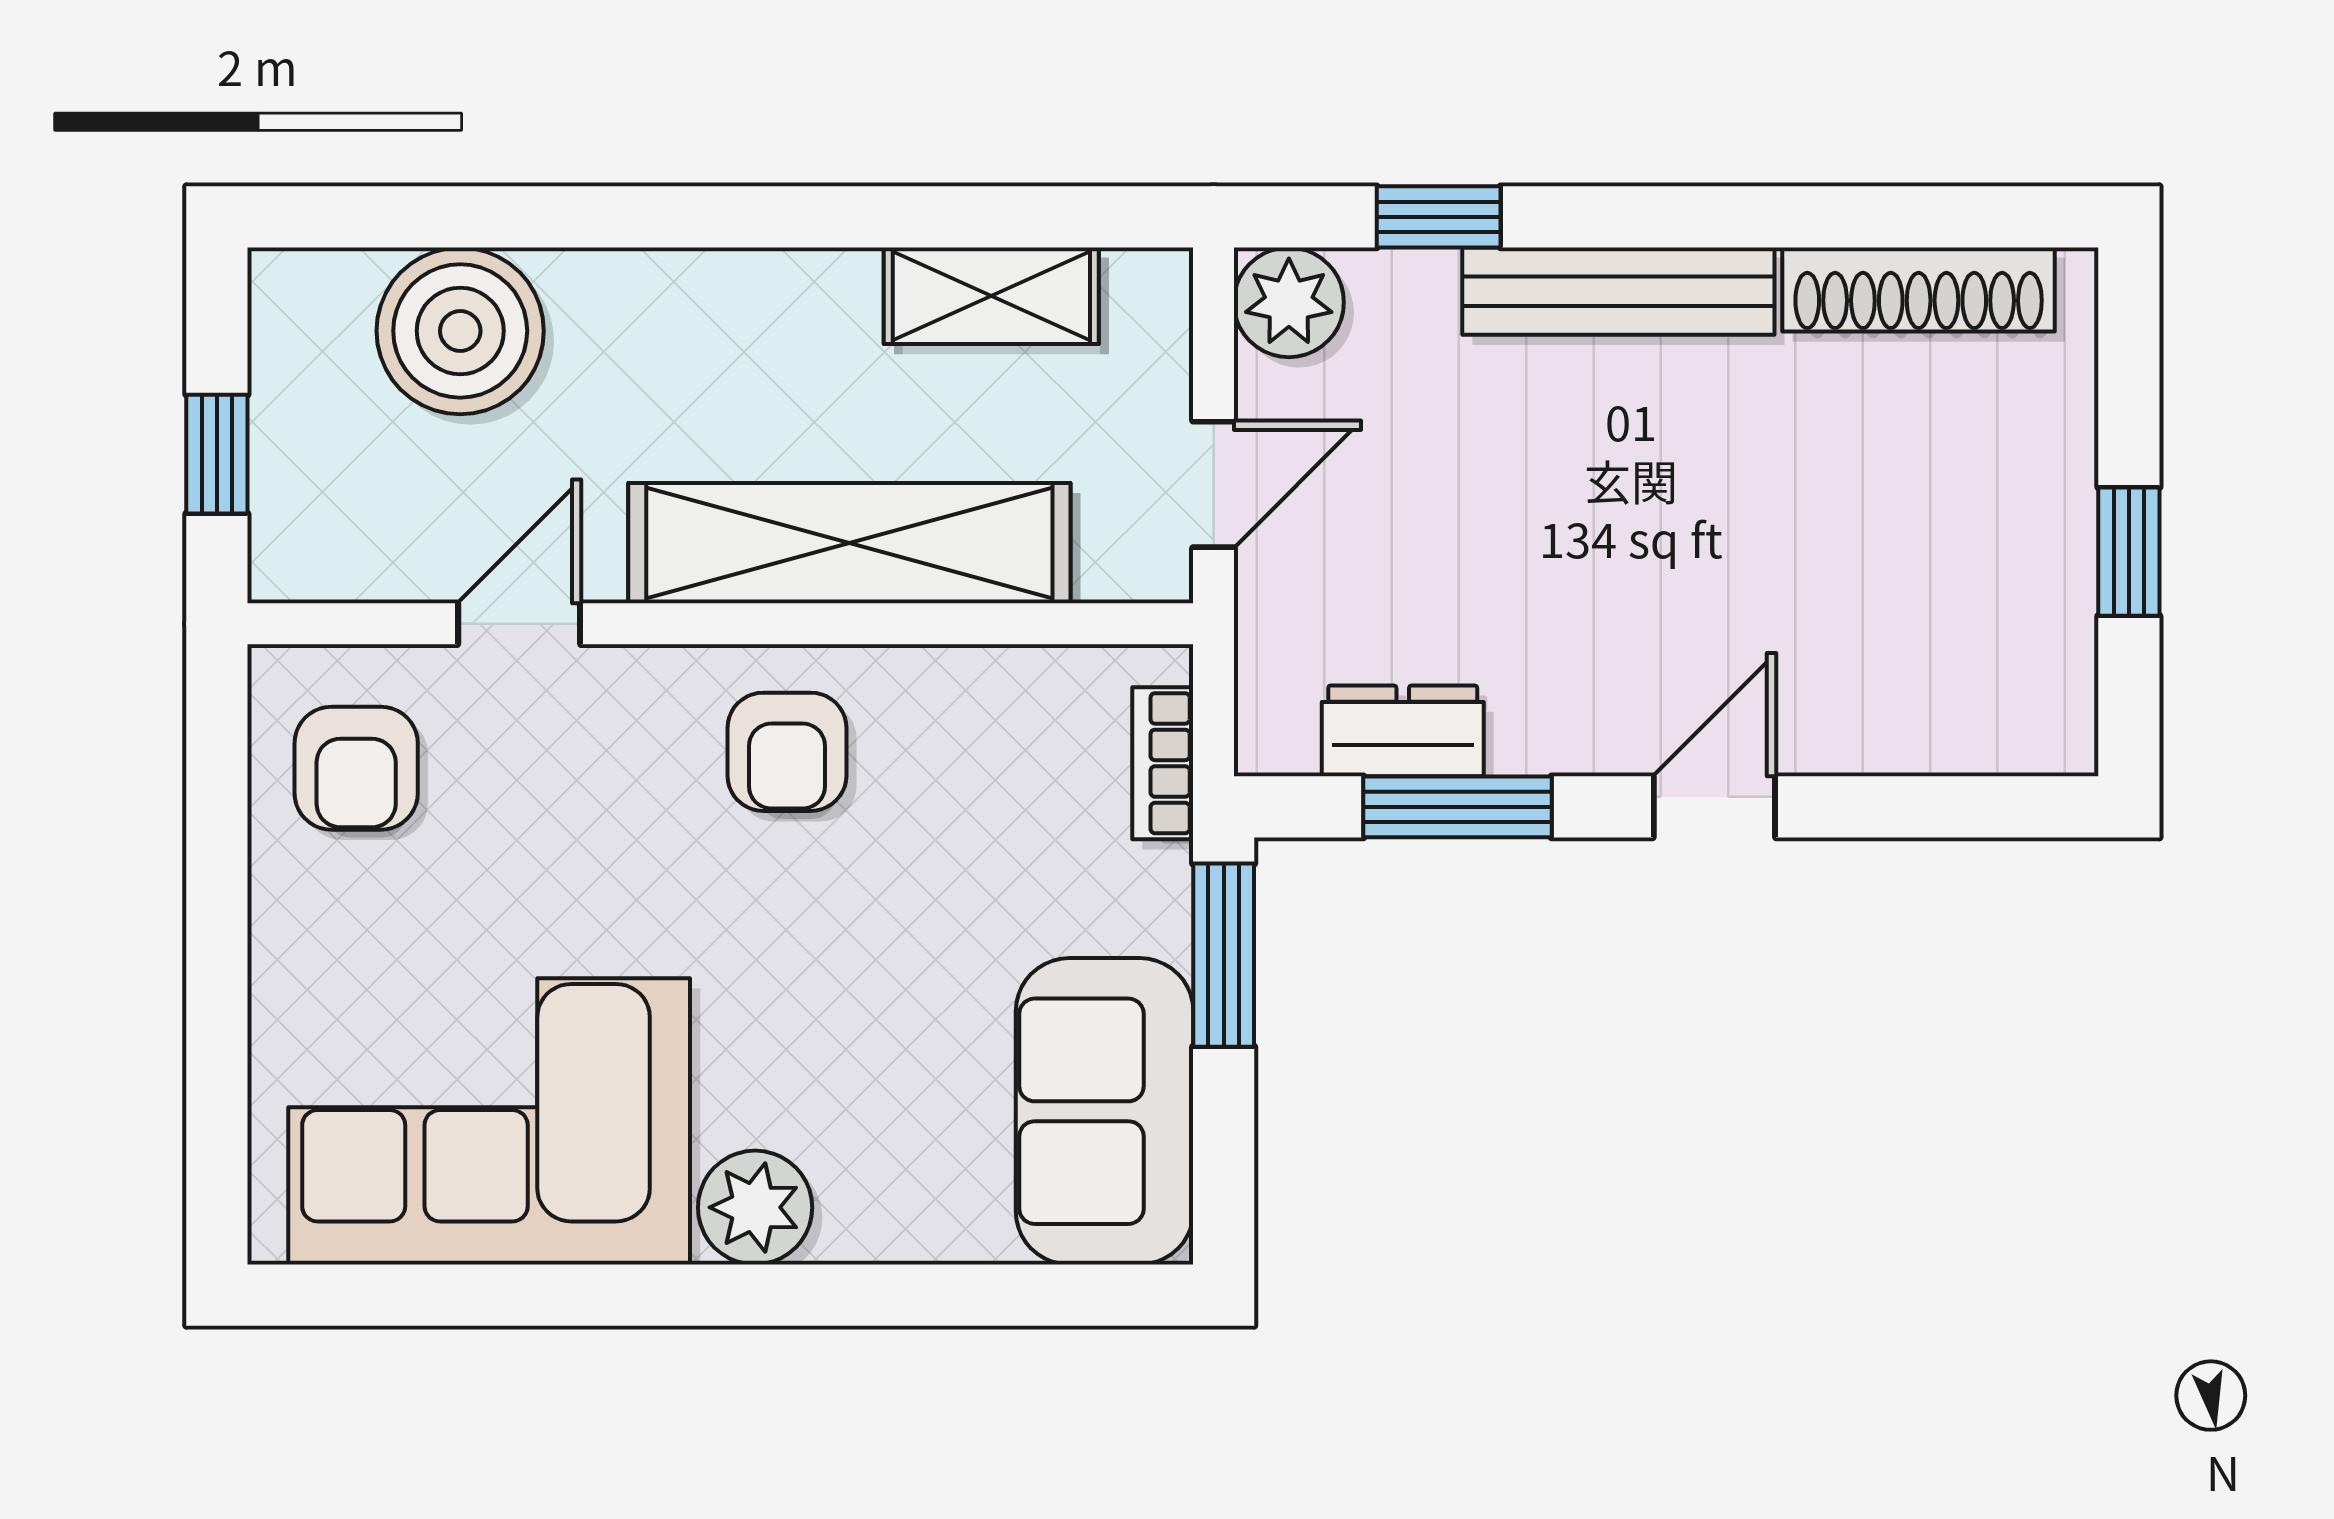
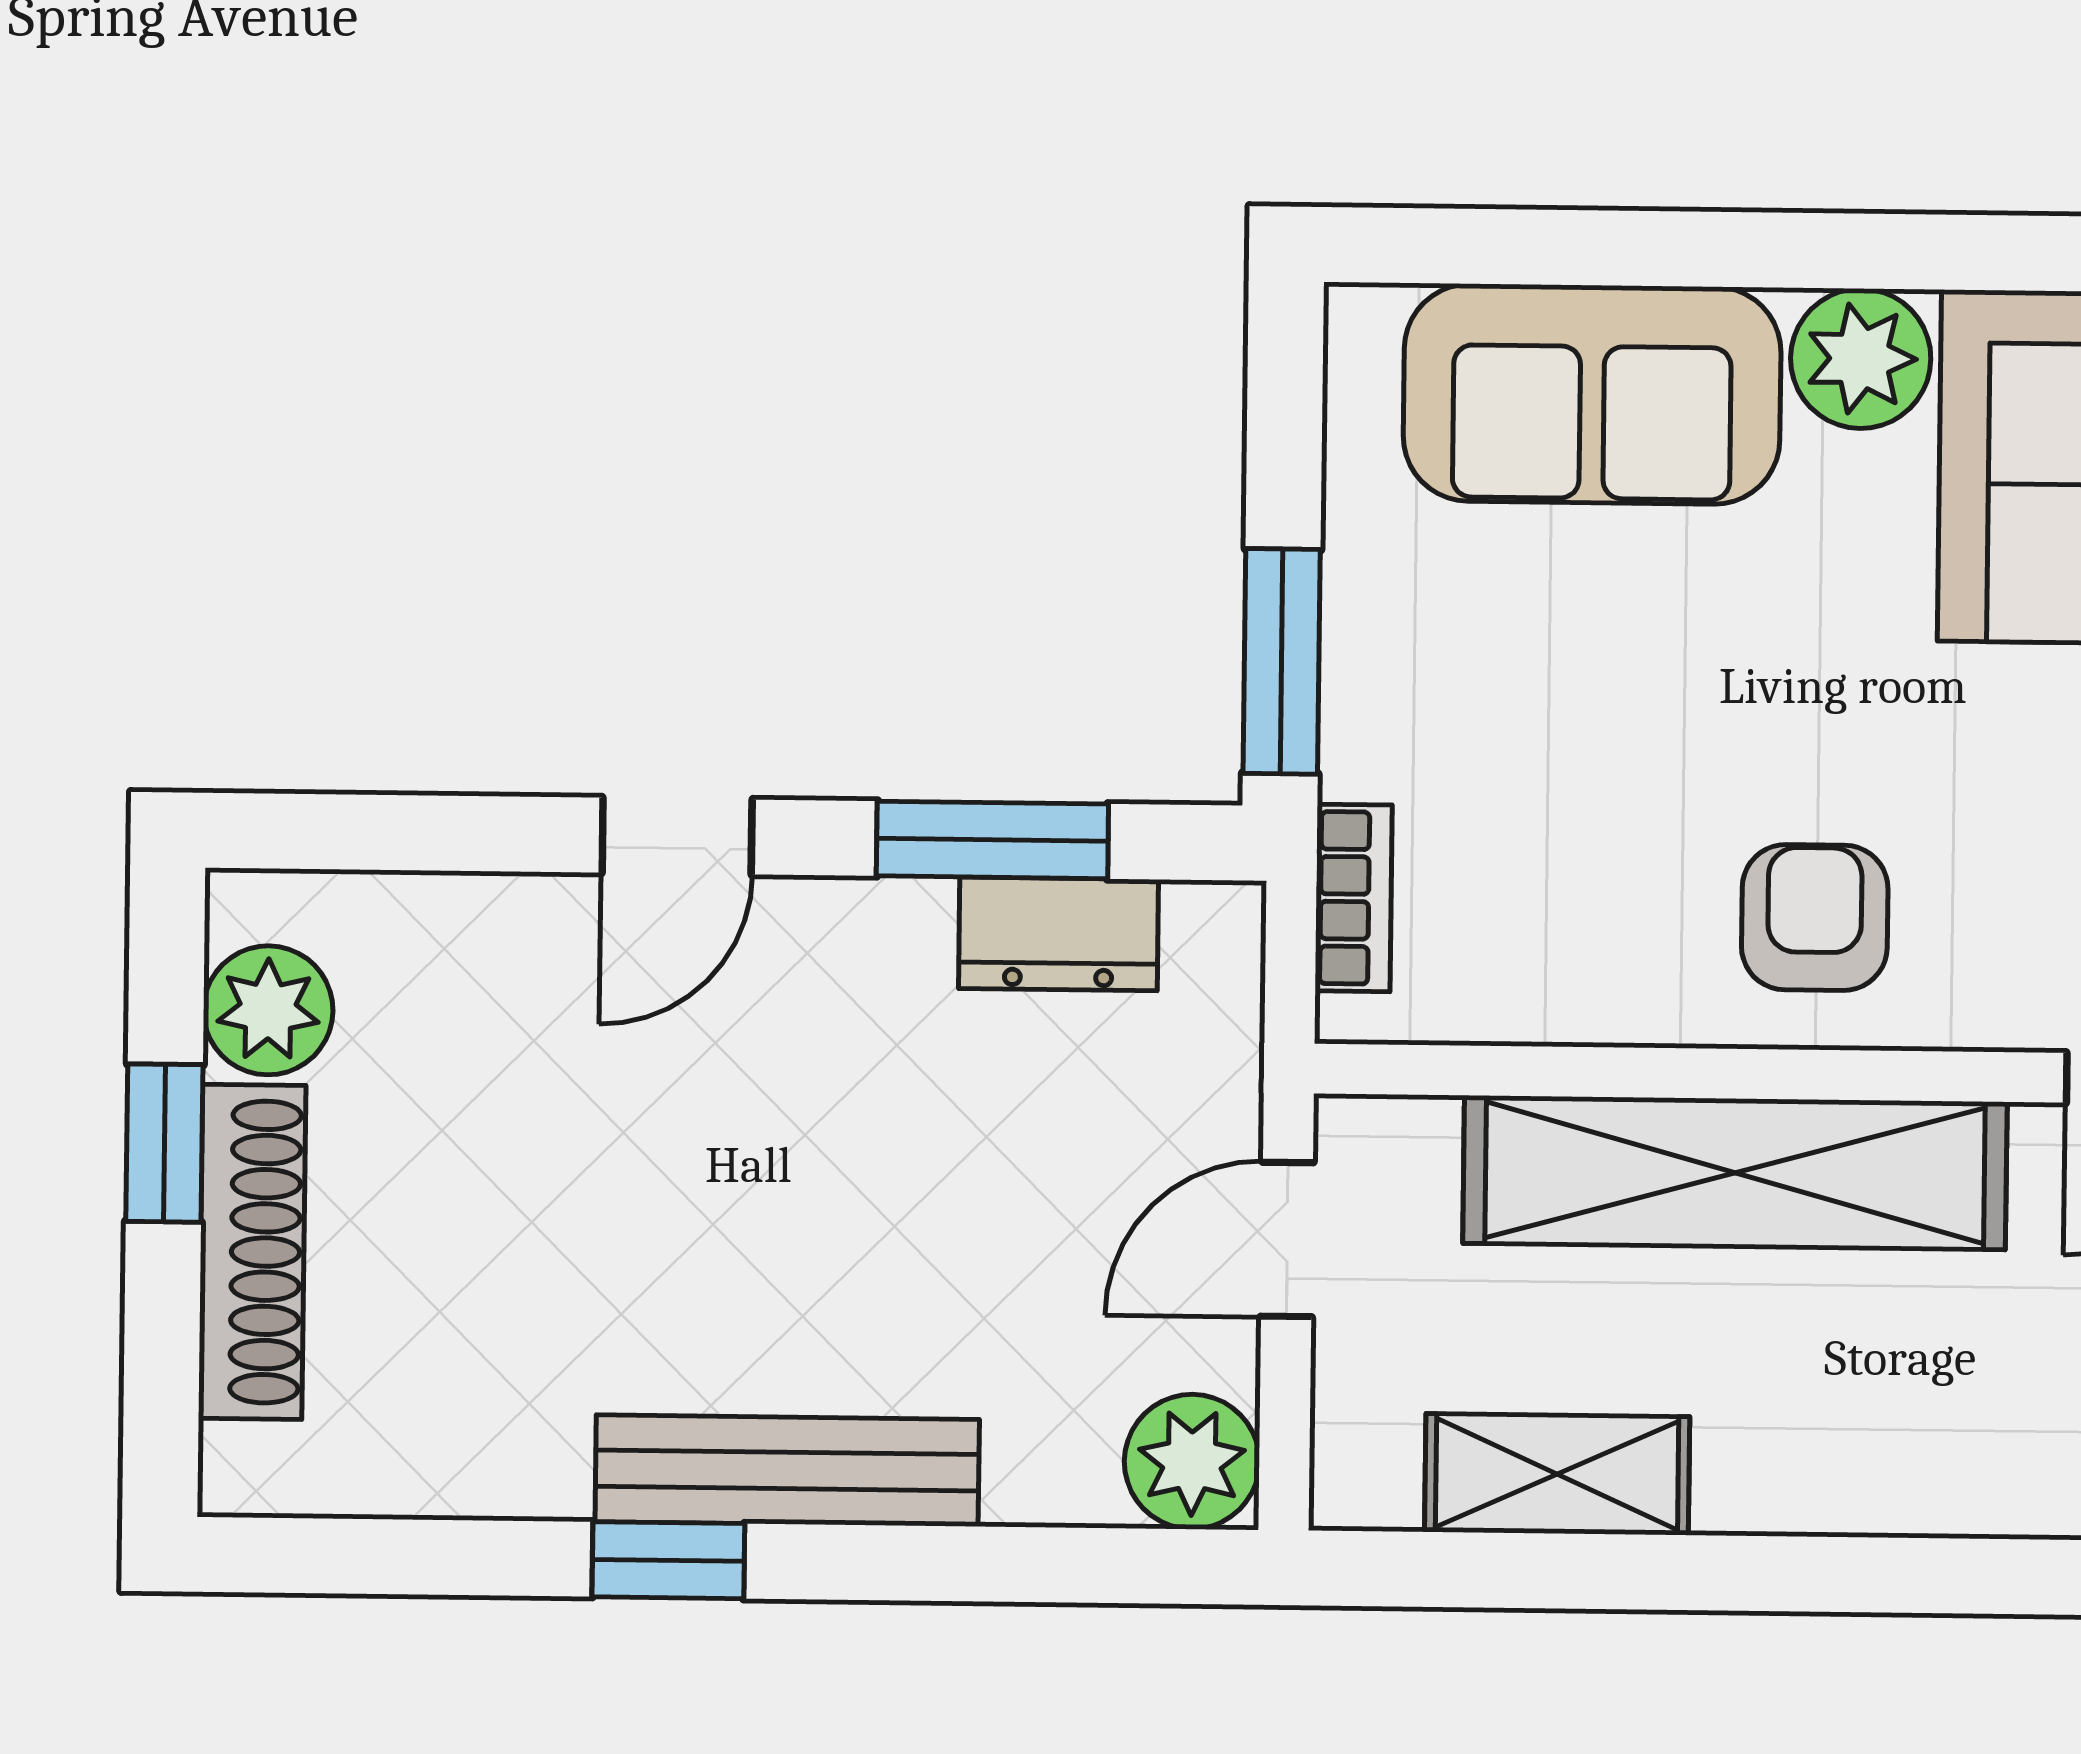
window: (1439, 217) -> (668, 1560), moved
shoe rack: (1919, 289) -> (252, 1252), moved, turned 90
plant: (2046, 661) -> (268, 1010), added
sofa: (1105, 1111) -> (1592, 394), moved, turned 90

